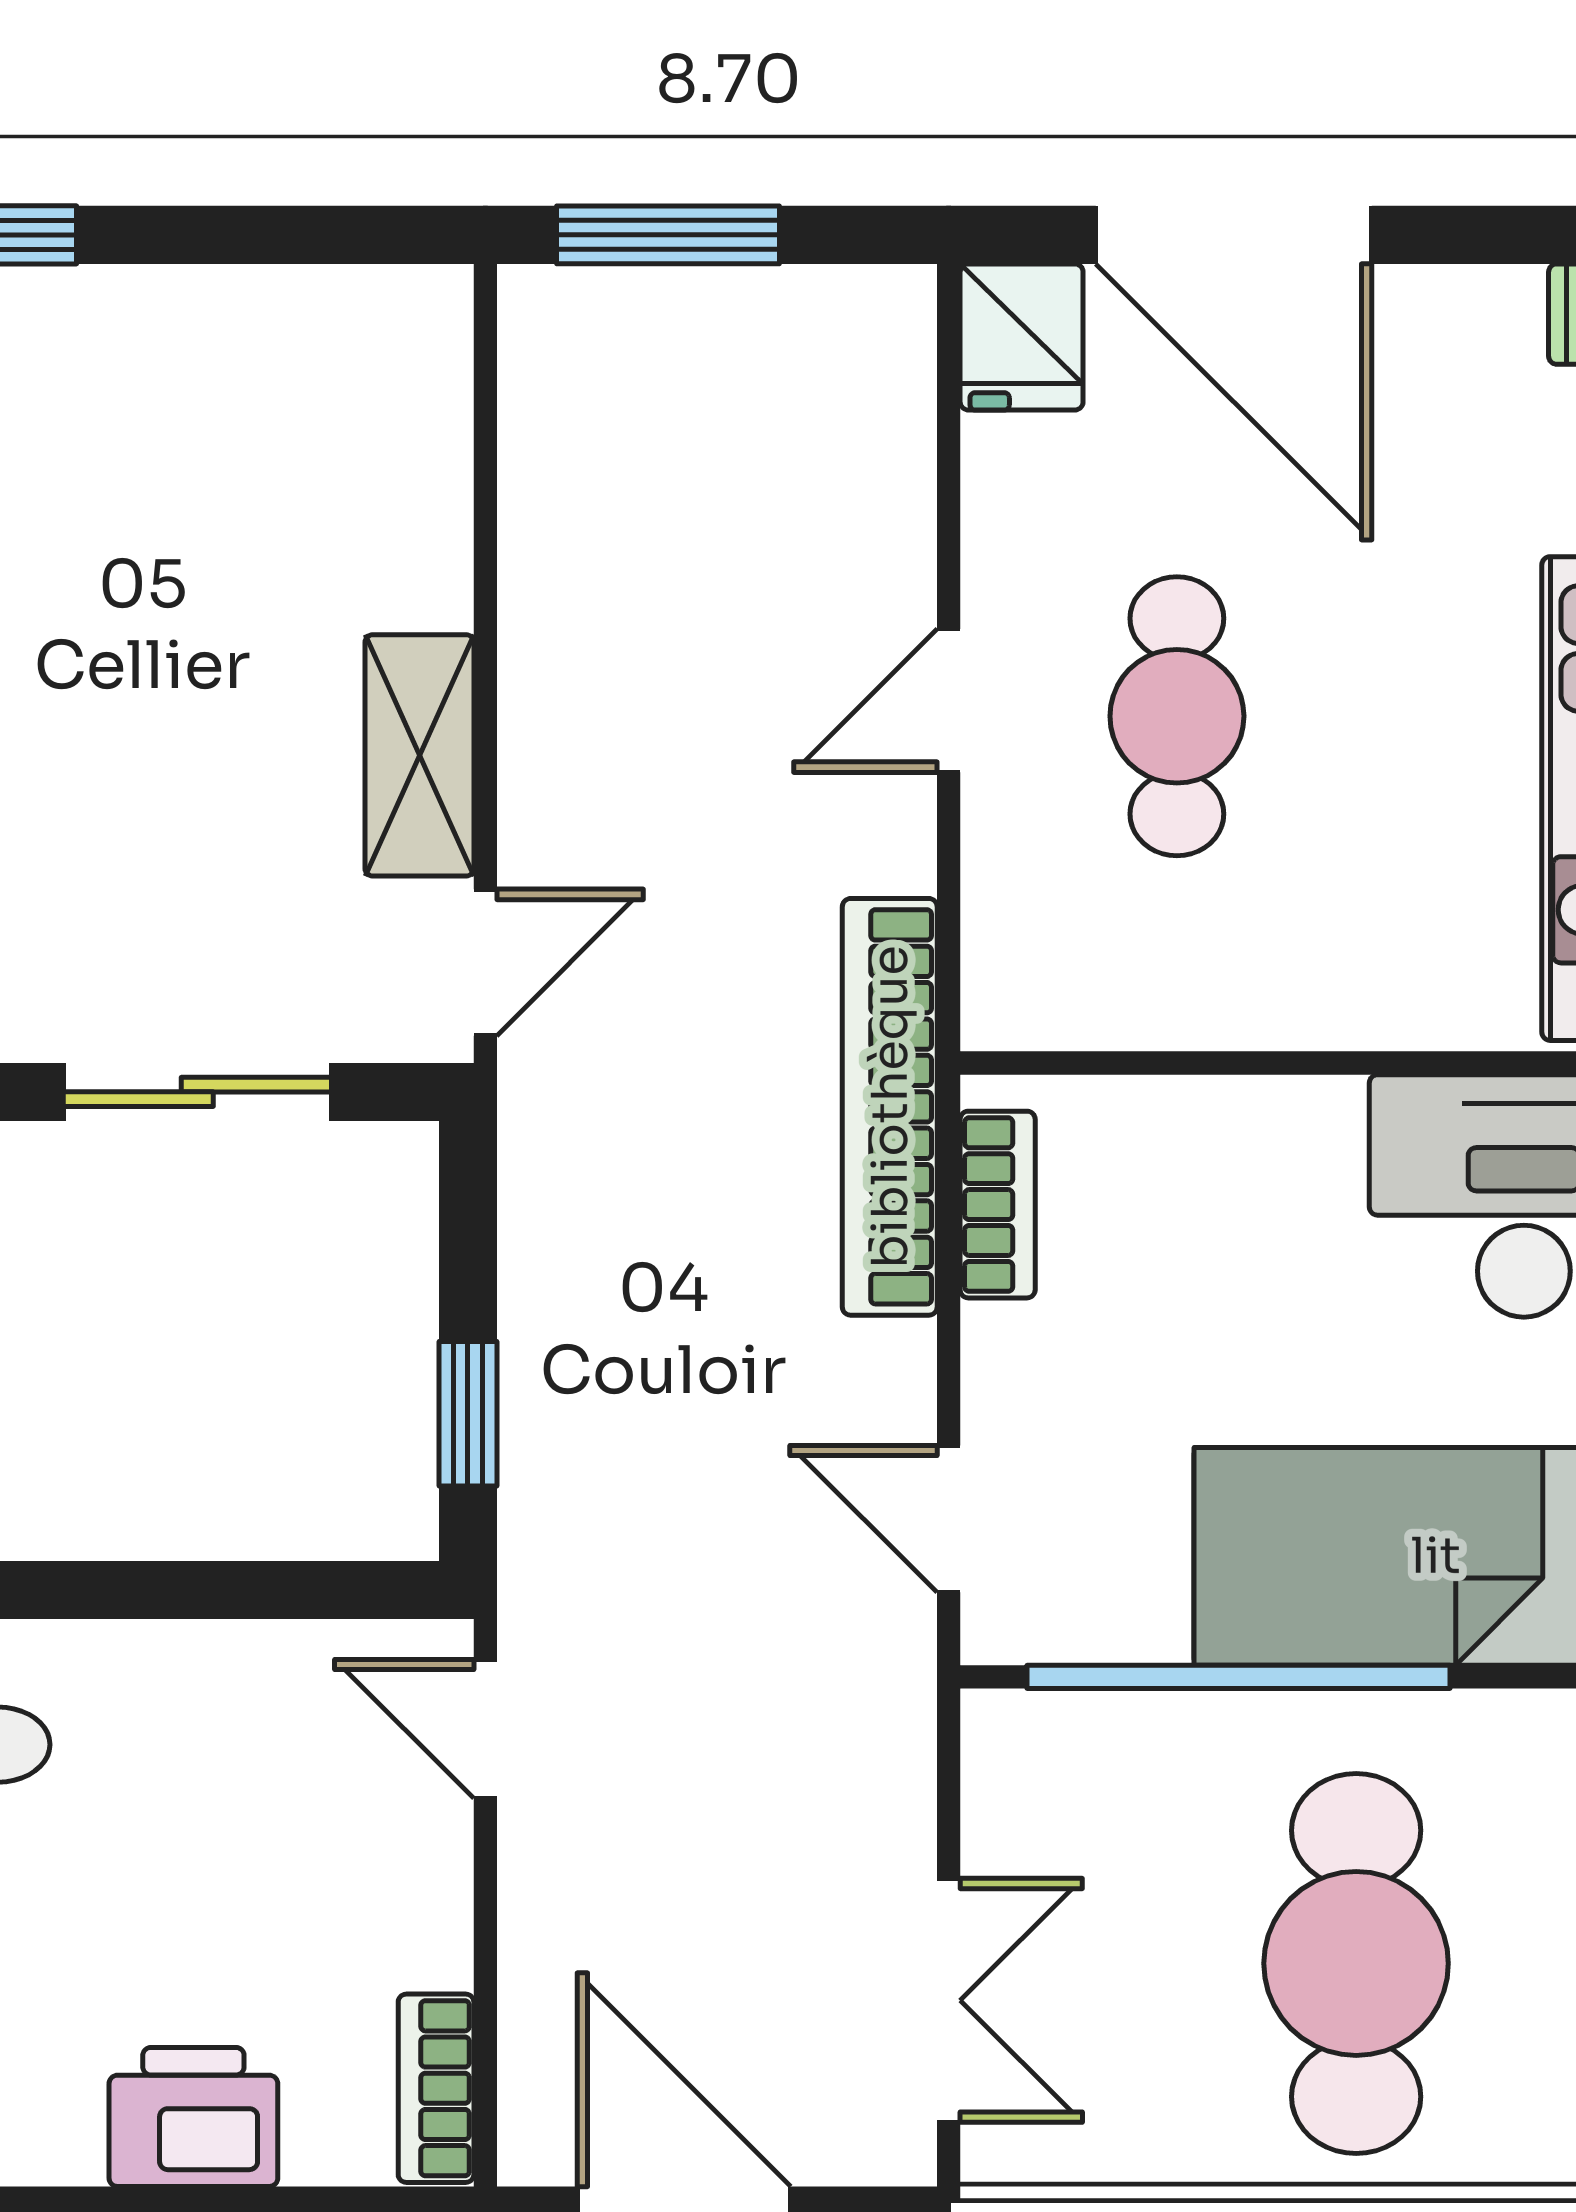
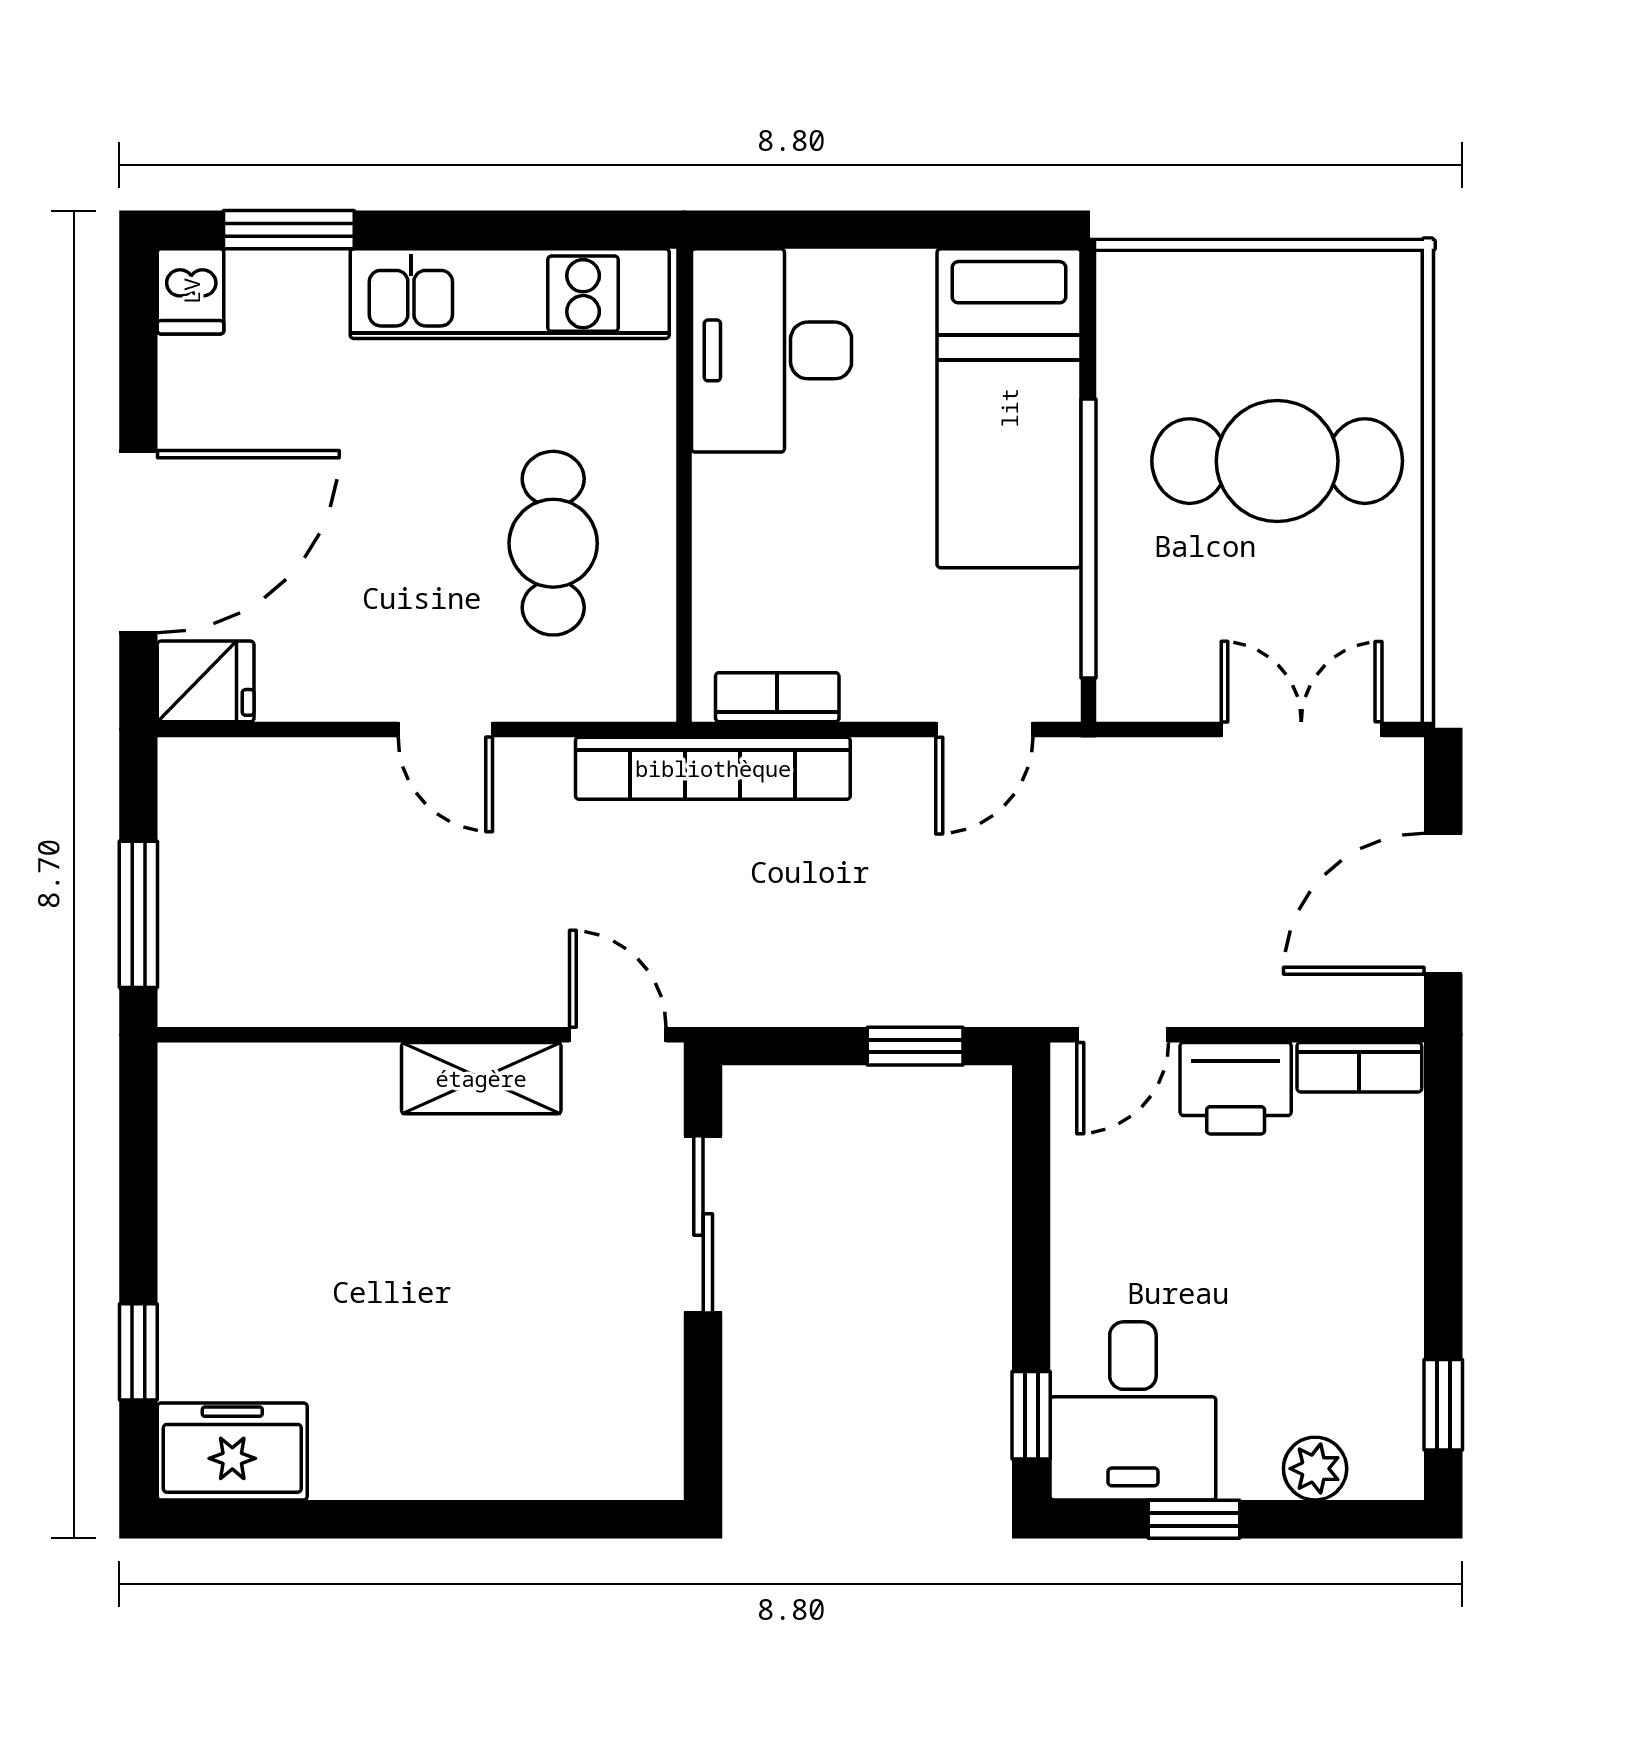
cafe table: (1177, 716) -> (553, 543), moved, turned 90
printer: (193, 2117) -> (1236, 1088), moved, turned -90

